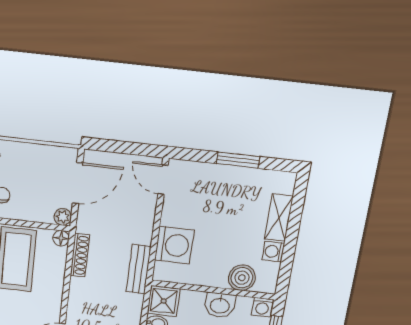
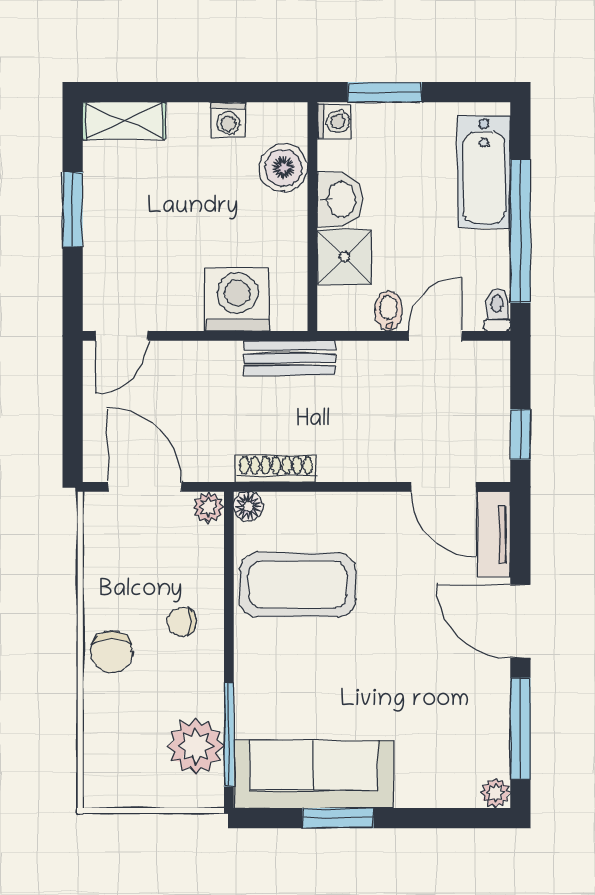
shelving: (279, 218) -> (124, 121), moved
shower: (164, 301) -> (344, 257), moved

